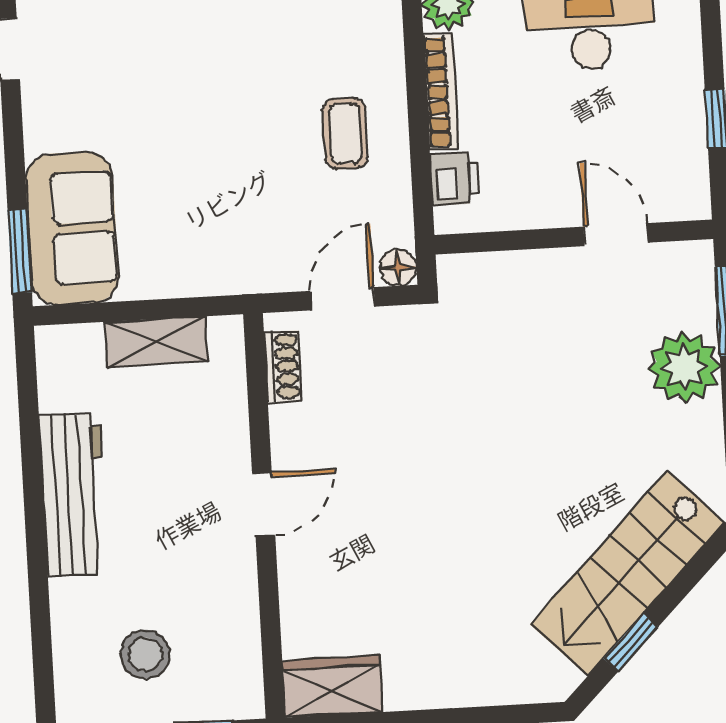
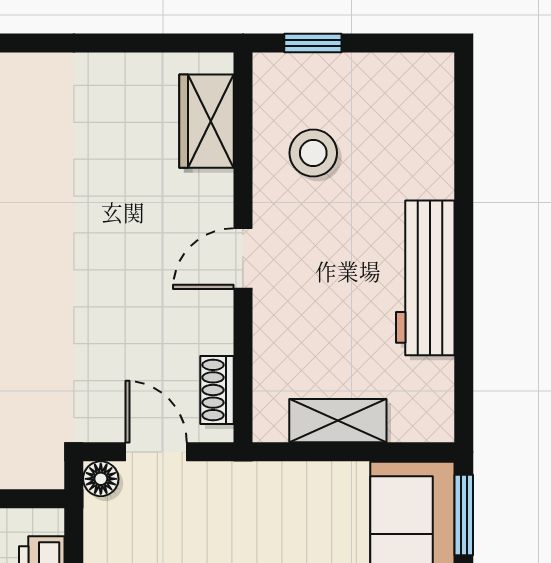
door: (342, 299) -> (156, 452), swing flipped
stool: (145, 654) -> (313, 153), moved
wardrobe: (332, 687) -> (206, 121), moved, turned 90

